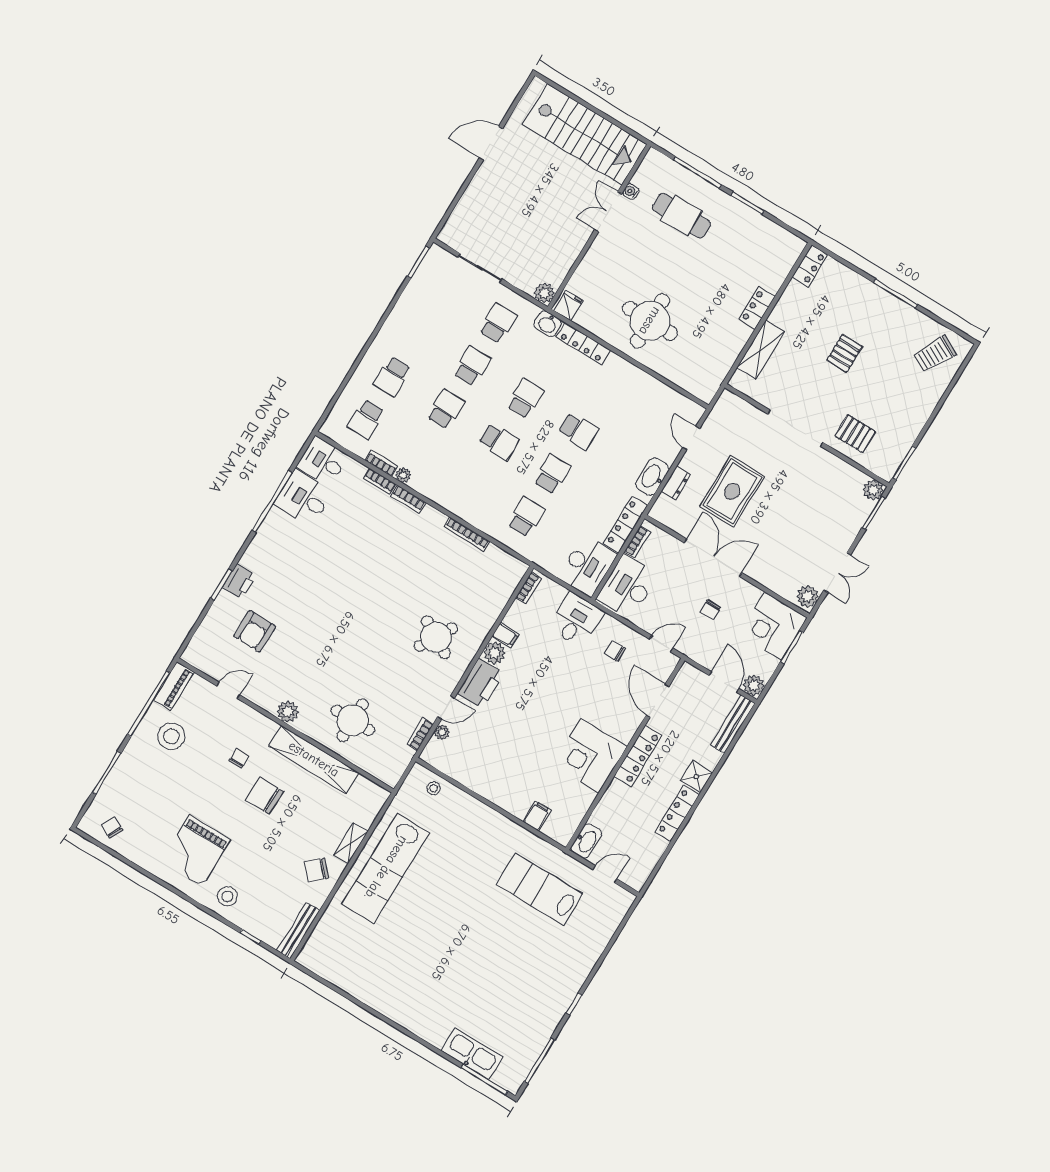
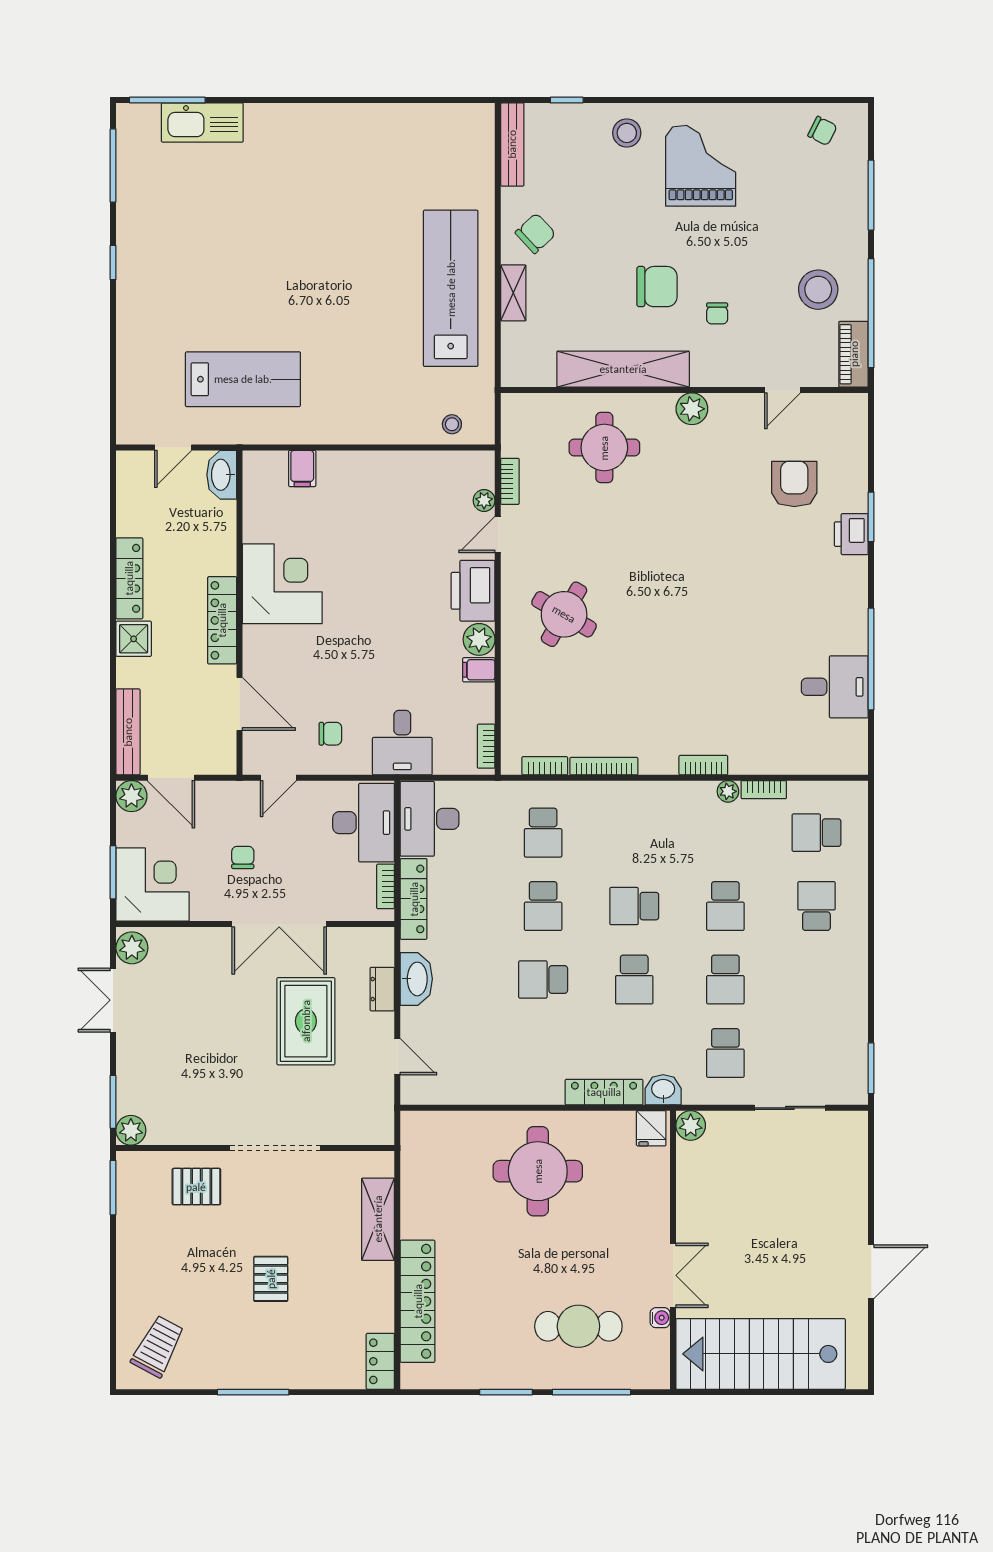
locker: (757, 308) -> (418, 1301), width x2.16, depth x1.21
school desk: (366, 419) -> (816, 833), turned -90
desk: (323, 461) -> (839, 747), removed
bookcase: (380, 481) -> (545, 766), moved

